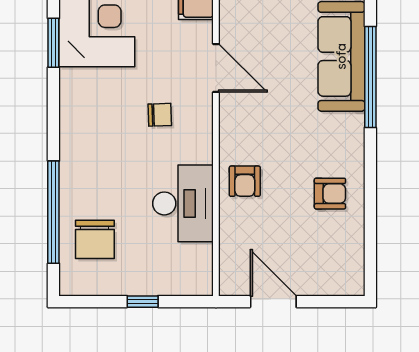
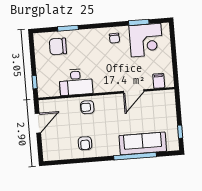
chair: (160, 115) -> (114, 38), moved
window: (53, 212) -> (68, 28), width x0.47
window: (143, 302) -> (35, 82), moved

